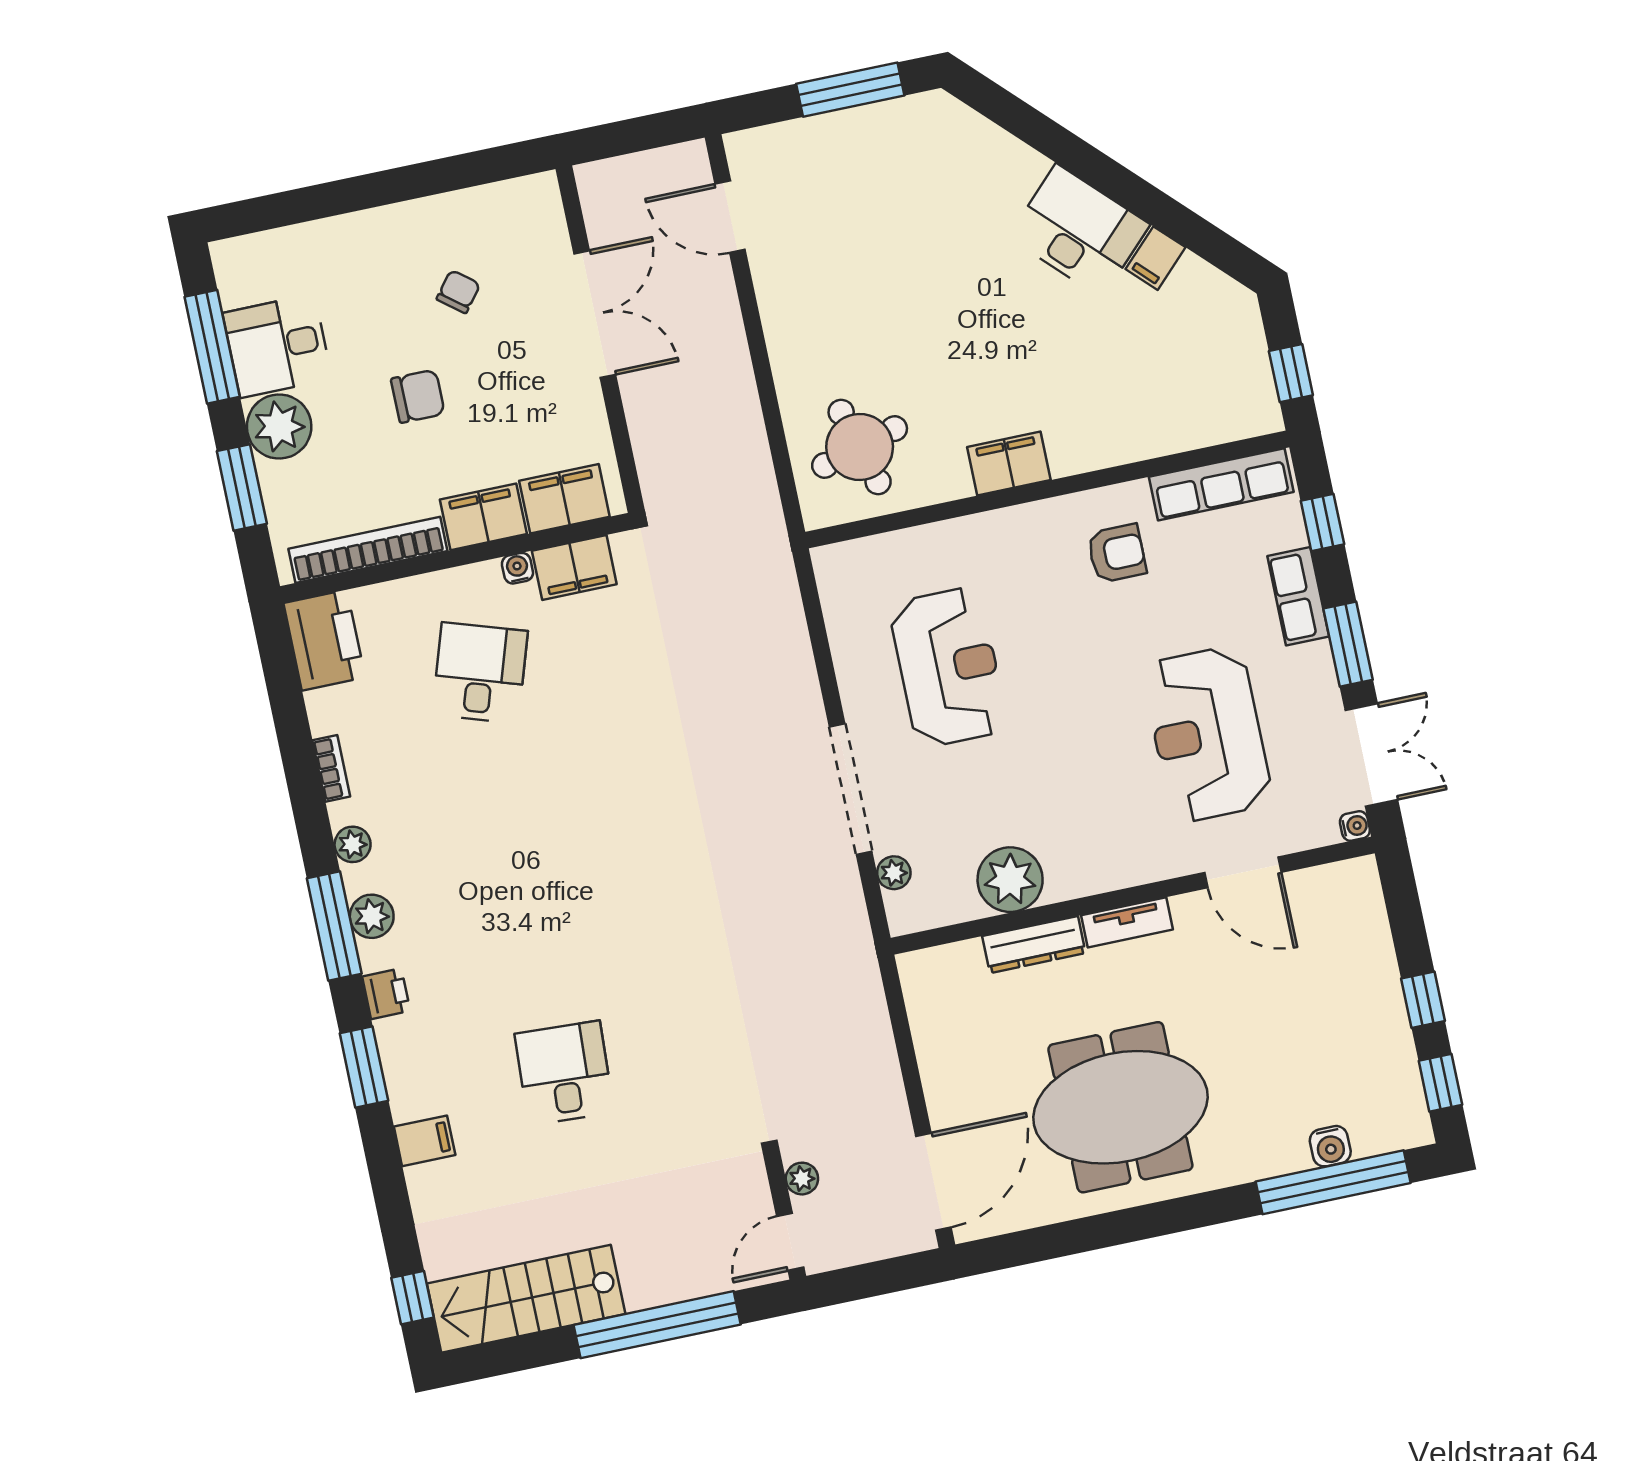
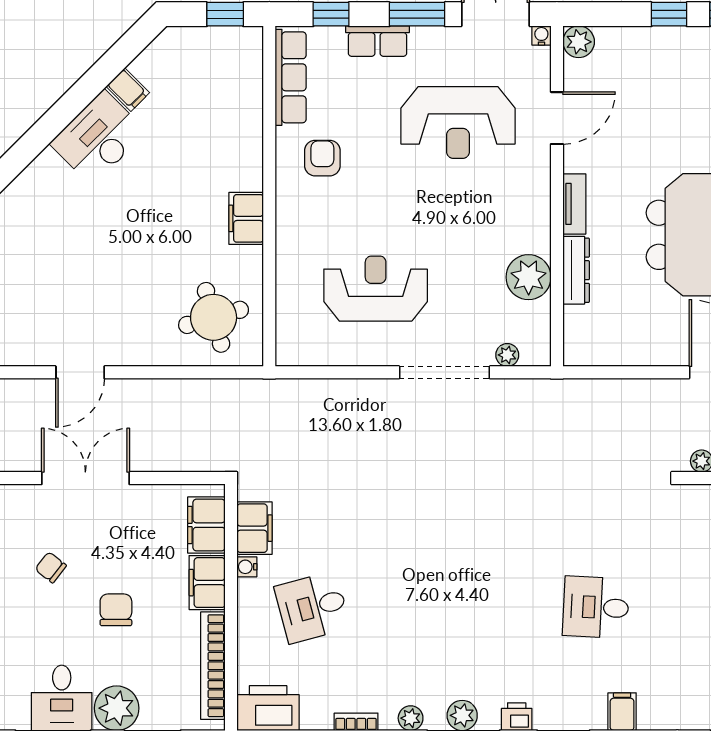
door: (730, 217) -> (80, 372), moved
desk: (480, 673) -> (312, 607), turned -33
plant: (1357, 880) -> (579, 42), added

